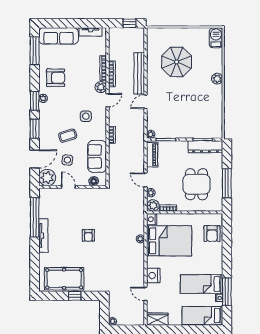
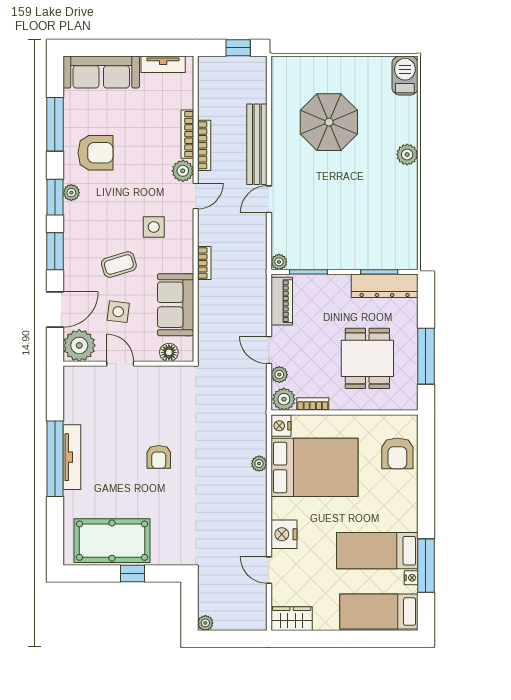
window: (35, 51) -> (55, 124), moved
window: (35, 217) -> (55, 459), moved

